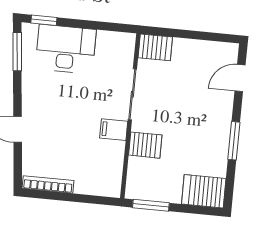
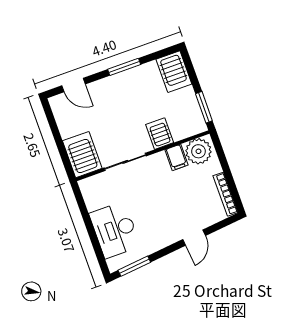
window: (44, 20) -> (100, 257), removed
server rack: (155, 47) -> (82, 155), width x1.36, depth x1.44
filing cabinet: (114, 130) -> (177, 157), moved
plant: (107, 177) -> (198, 151), added

